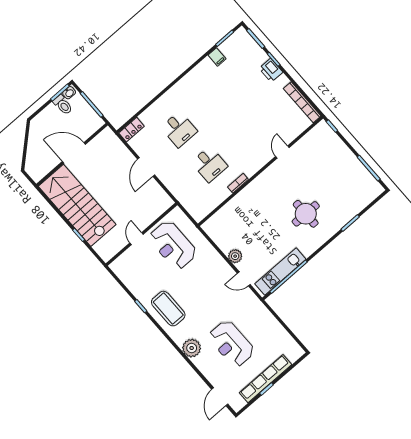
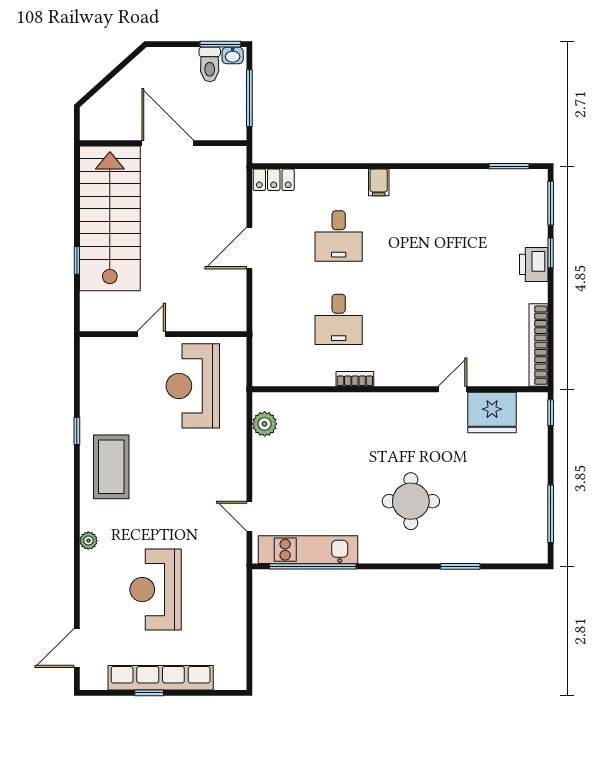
filing cabinet: (217, 57) -> (379, 182), moved
fridge: (307, 147) -> (492, 412), added
plant: (235, 256) -> (265, 424), moved
plant: (192, 348) -> (88, 541), width x0.53, depth x0.53

